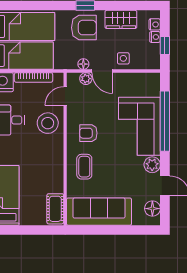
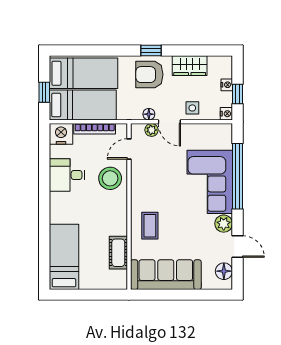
nightstand: (155, 24) -> (226, 114), moved
armchair: (84, 28) -> (149, 75), turned 180
armchair: (88, 133) -> (154, 189), removed
cot: (55, 209) -> (118, 253), moved

